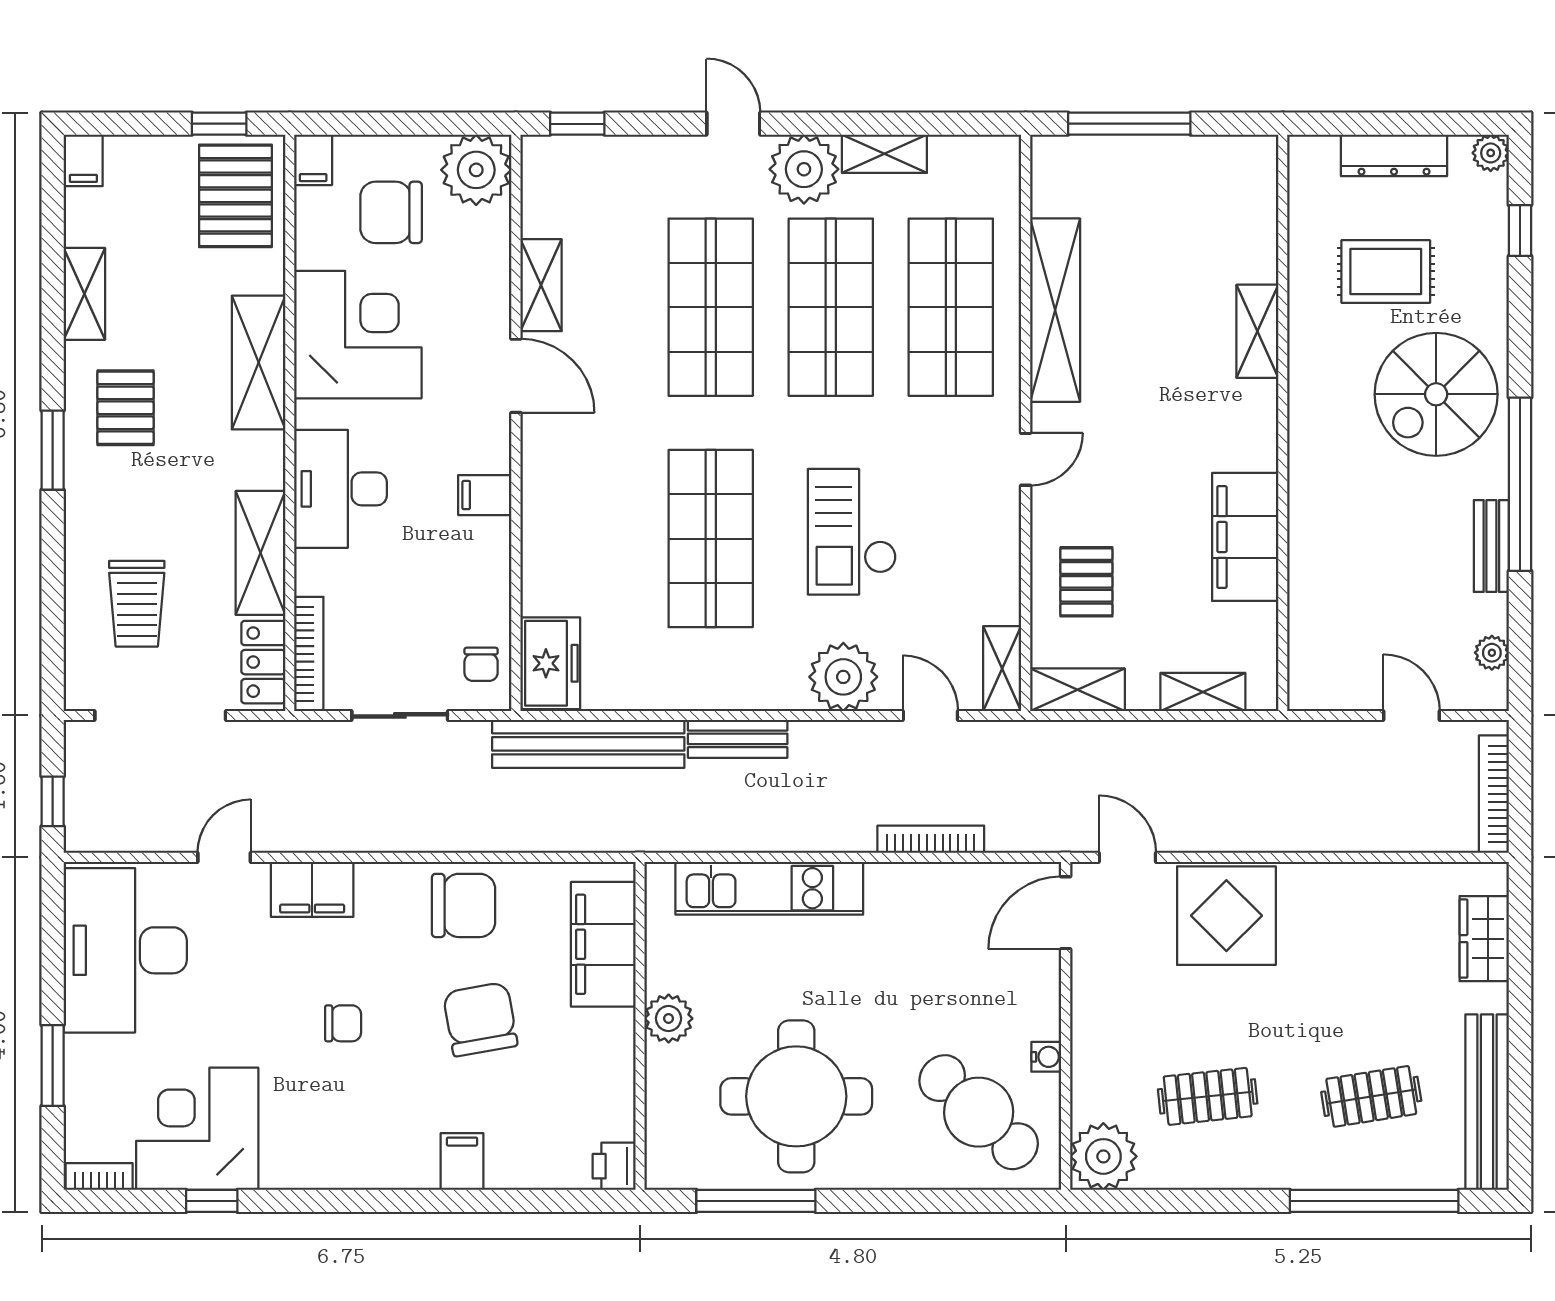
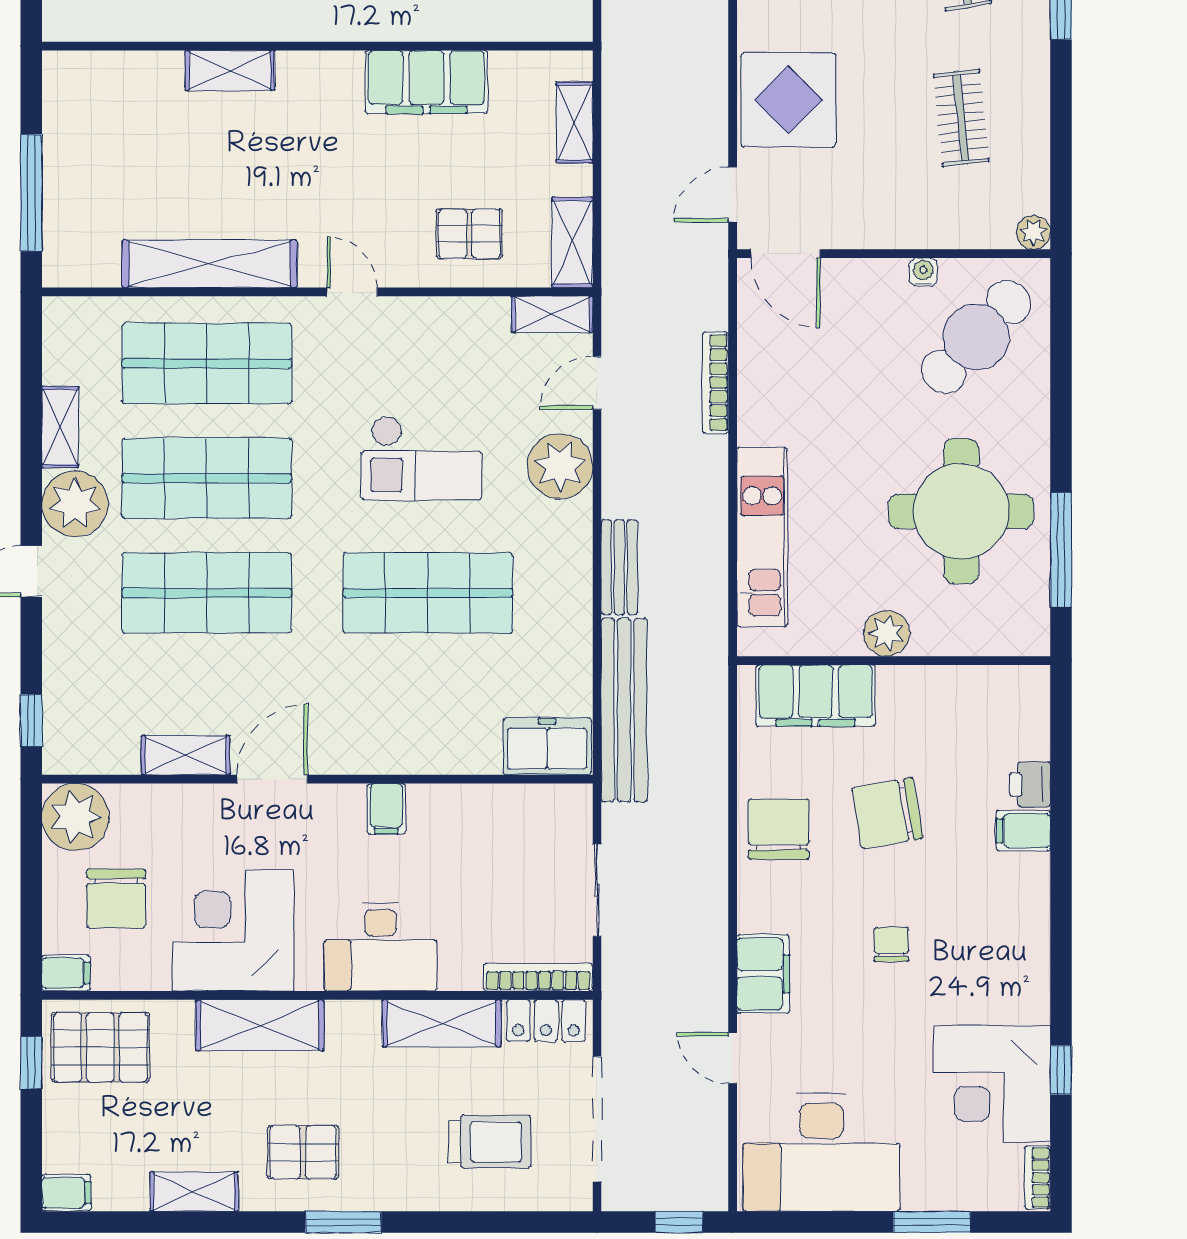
chair: (481, 664) -> (548, 812), removed
plant: (1103, 1156) -> (1033, 232), width x0.53, depth x0.53
printer: (614, 1166) -> (1030, 784), moved, turned 90

